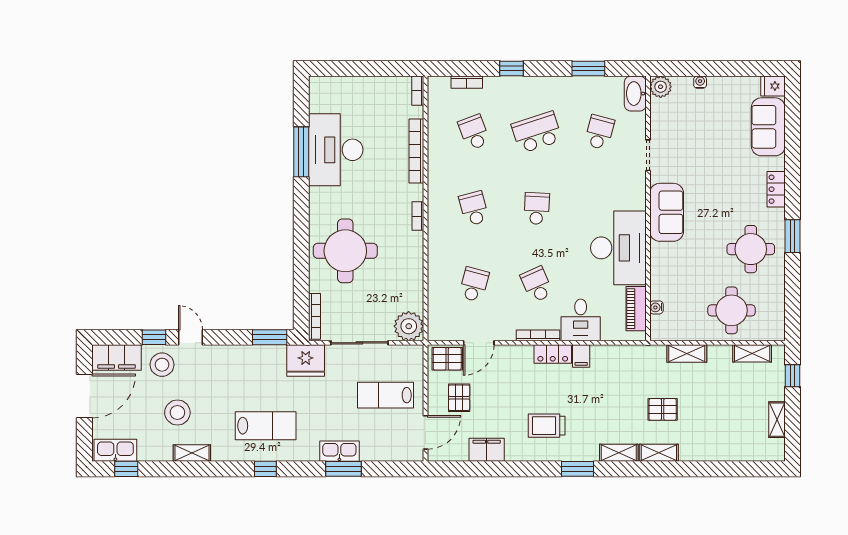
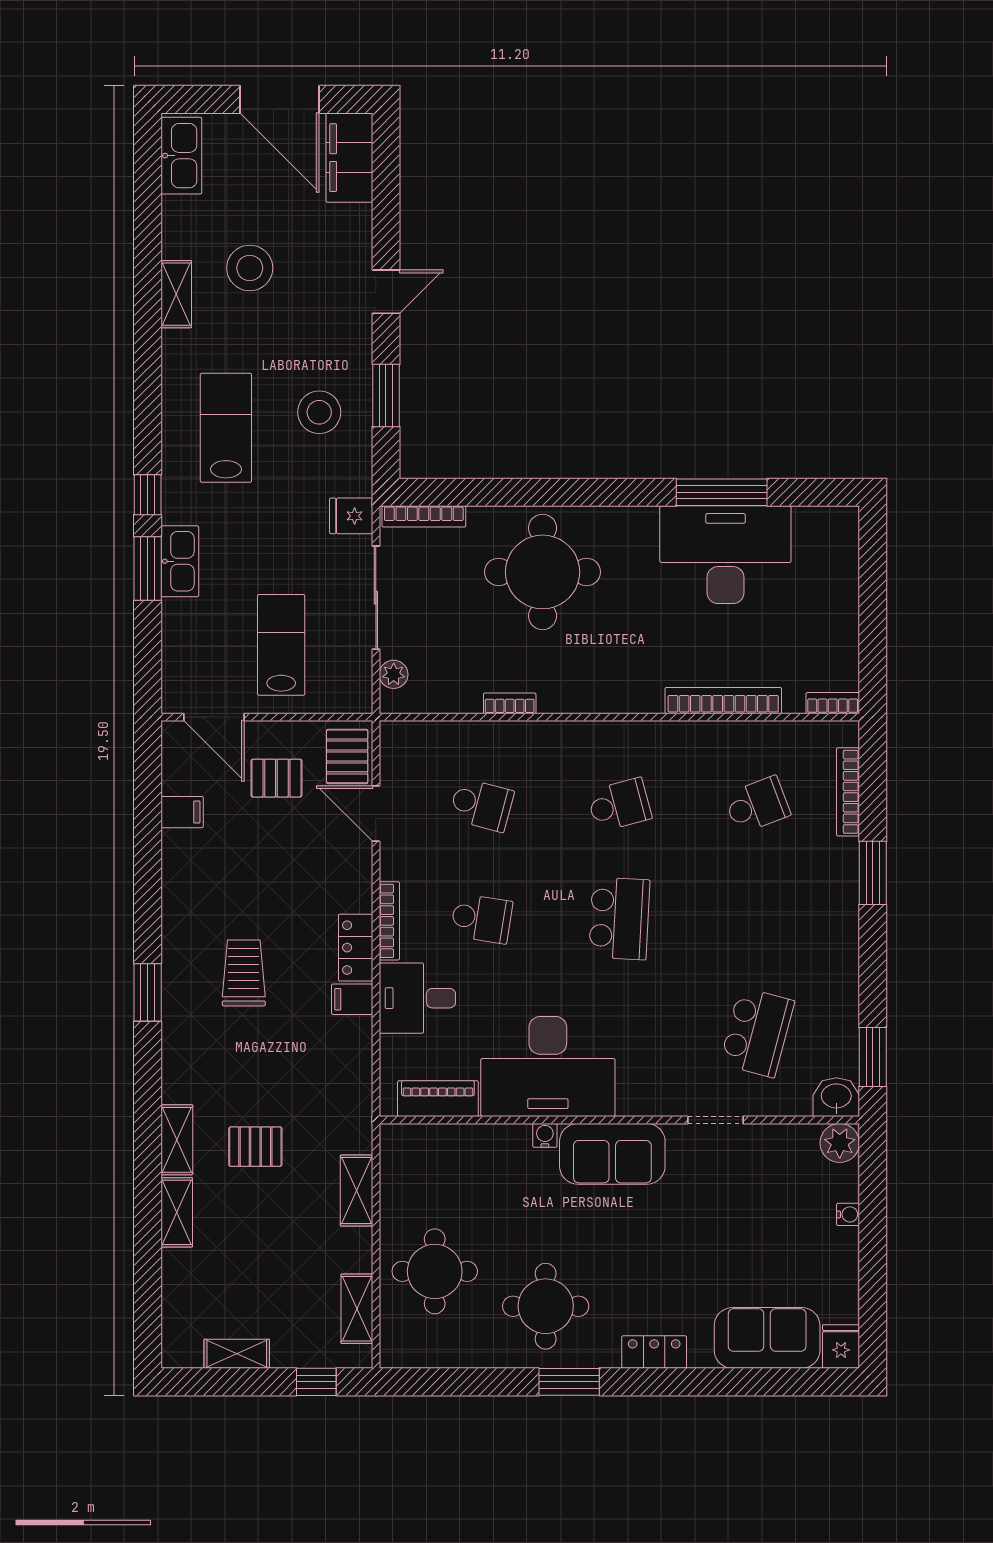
window: (512, 68) -> (873, 873), width x1.50
window: (588, 68) -> (873, 1057), moved
bookcase: (467, 82) -> (848, 792), width x1.56
washbasin: (635, 94) -> (836, 1097), width x0.72
school desk: (537, 132) -> (757, 919), removed
school desk: (599, 132) -> (757, 1032), width x1.85
school desk: (537, 208) -> (619, 919), width x1.85
bookcase: (418, 216) -> (510, 703), moved
school desk: (537, 285) -> (481, 919), turned 33
water cooler: (656, 307) -> (545, 1135), moved
plant: (409, 326) -> (394, 674), width x0.53, depth x0.53
window: (154, 337) -> (386, 225), removed
window: (270, 337) -> (386, 395), moved
fridge: (306, 361) -> (351, 516), width x0.53, depth x0.75
stool: (162, 365) -> (319, 412), moved
pallet: (663, 409) -> (255, 1147), turned 90
lab bench: (266, 426) -> (226, 428), turned 180
trolley: (547, 426) -> (244, 973), moved
filing cabinet: (487, 450) -> (182, 812), width x0.50
shelving: (619, 453) -> (177, 1212), moved
window: (126, 469) -> (148, 175), removed
window: (265, 469) -> (148, 495), moved

